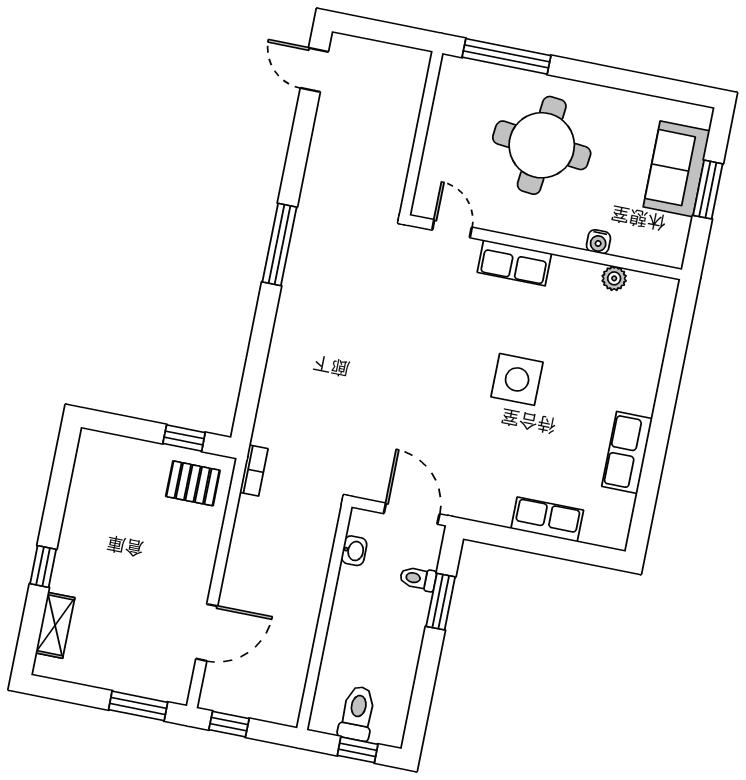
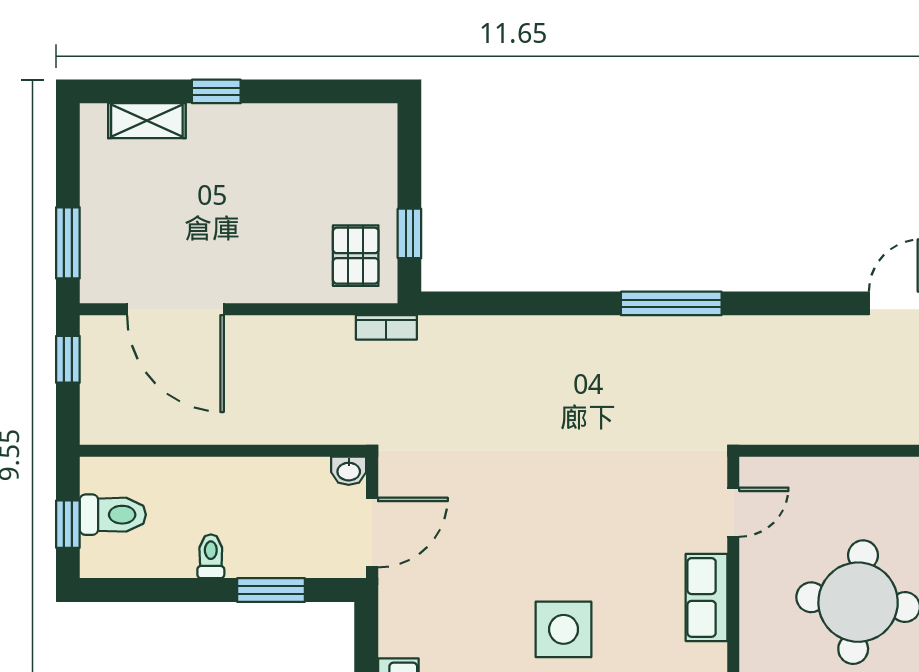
washbasin: (354, 551) -> (349, 471), moved
toilet: (418, 579) -> (211, 556), moved
door: (207, 632) -> (175, 309), width x1.36

